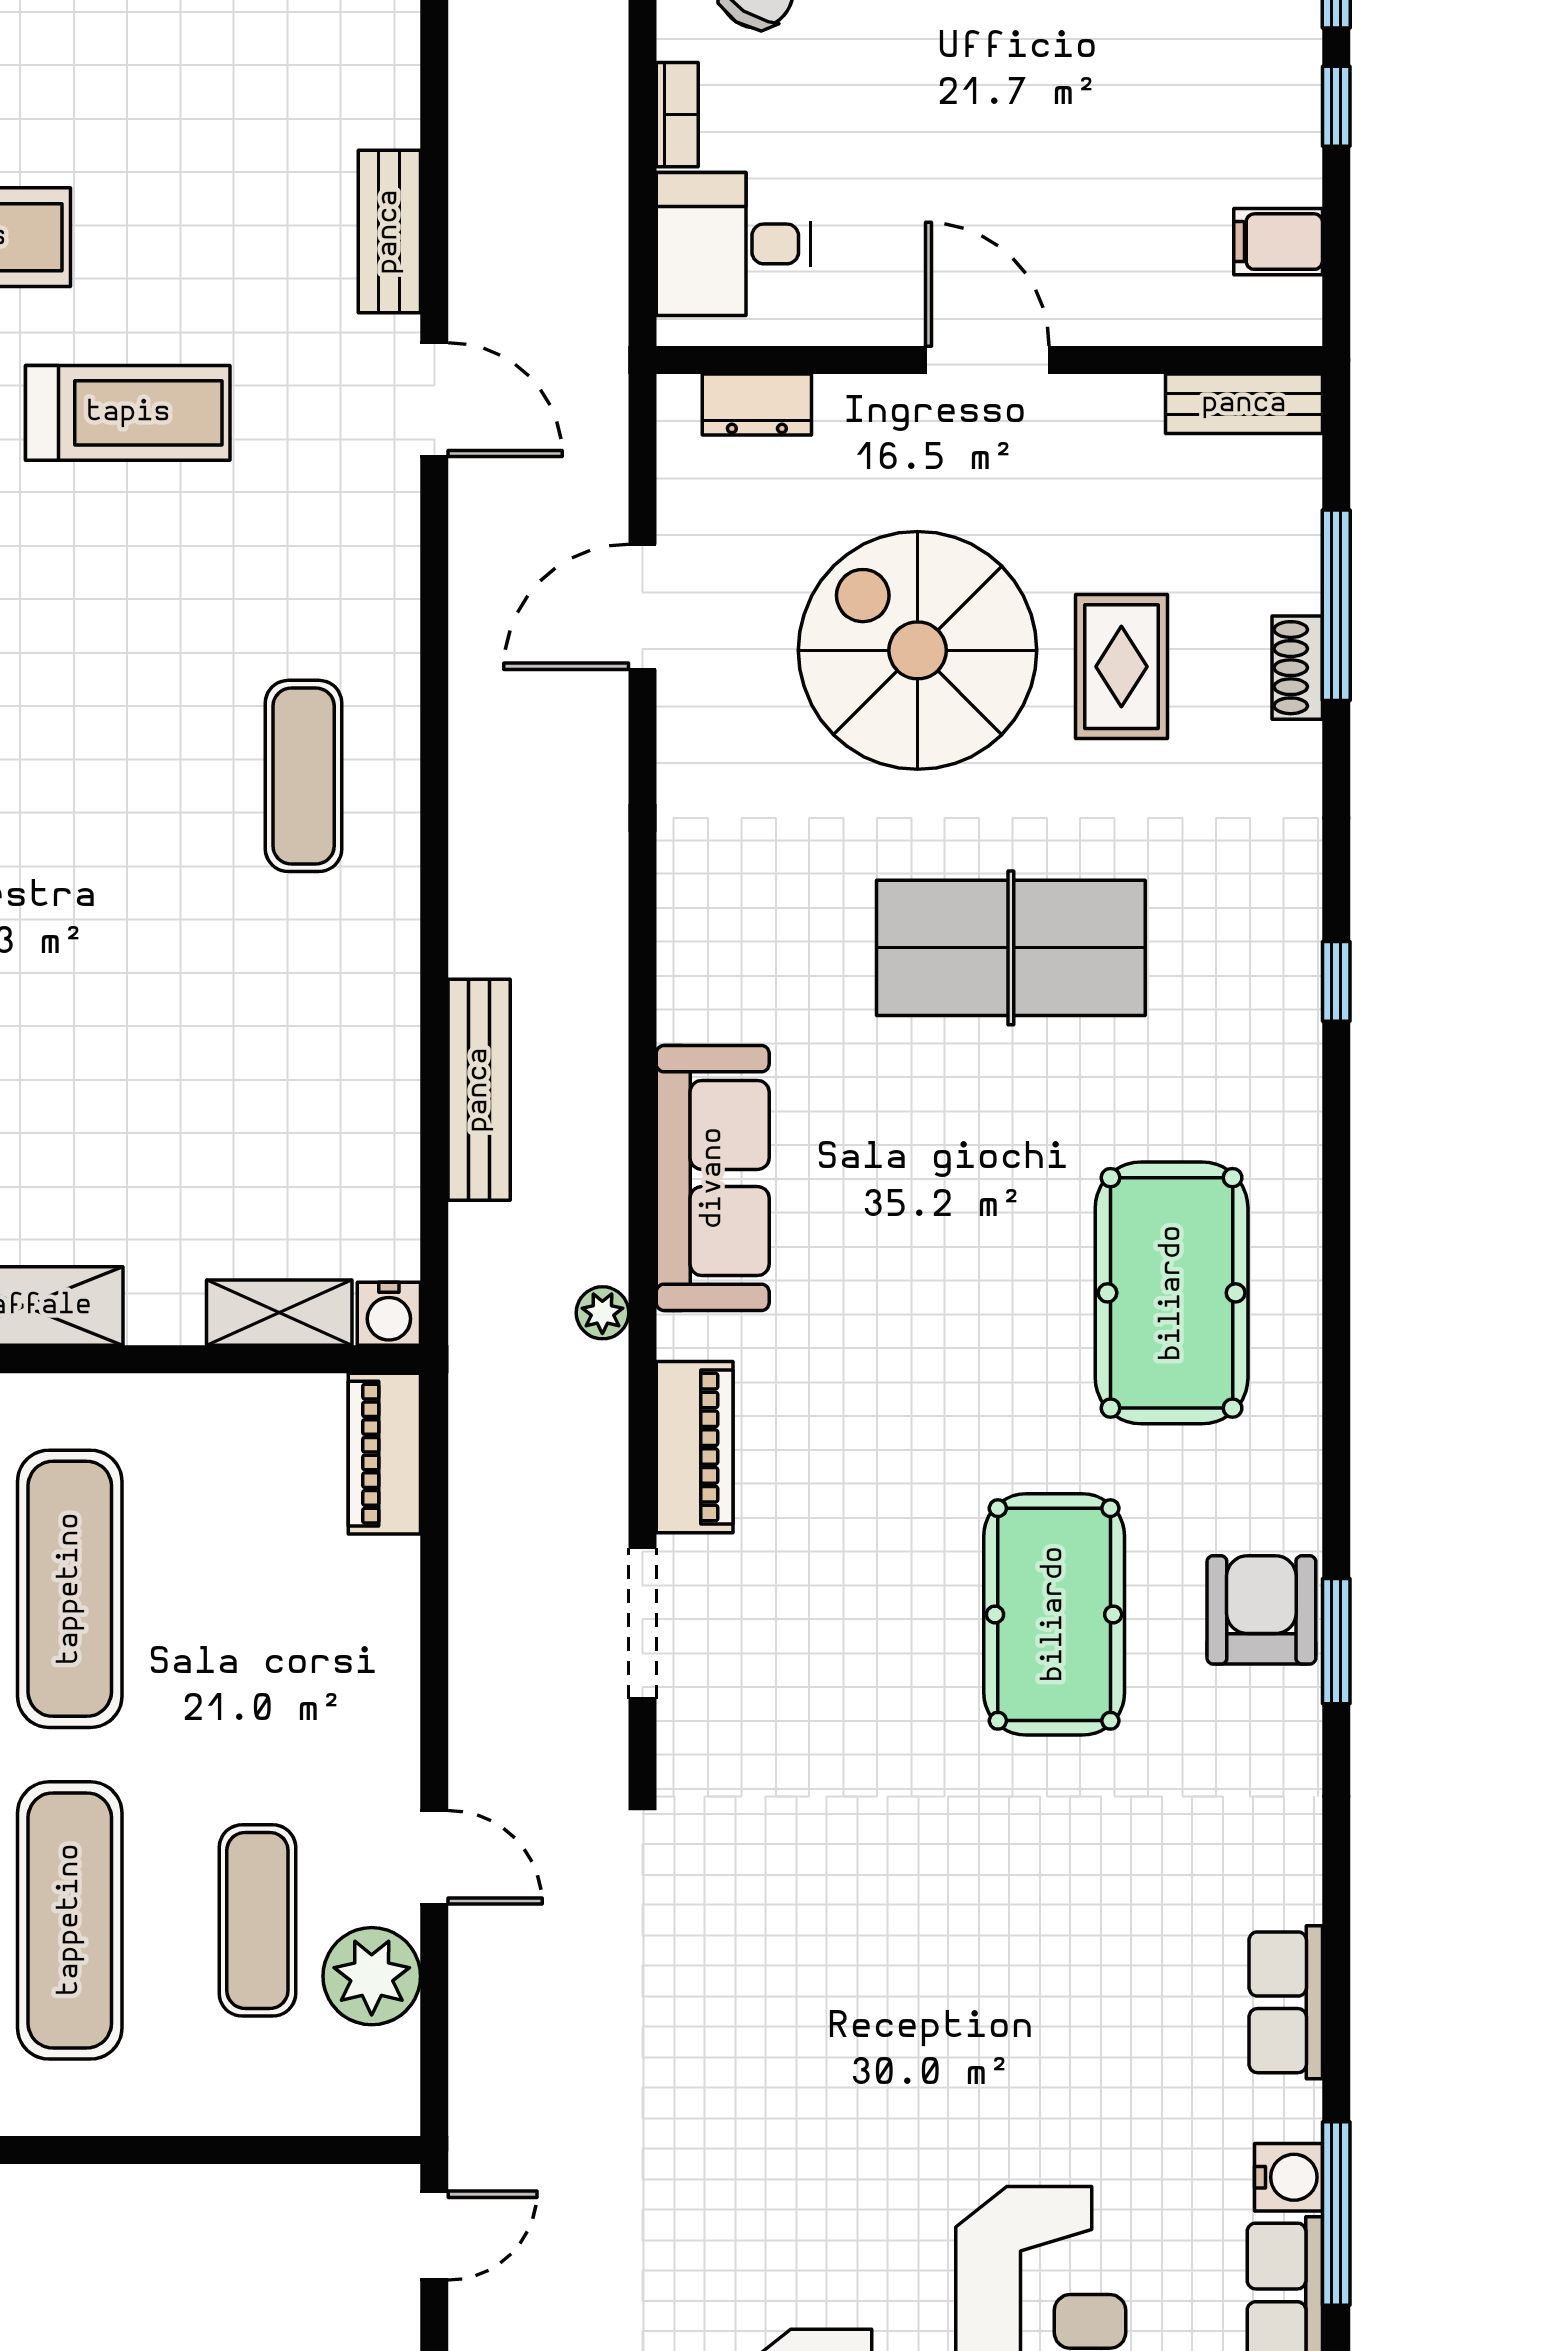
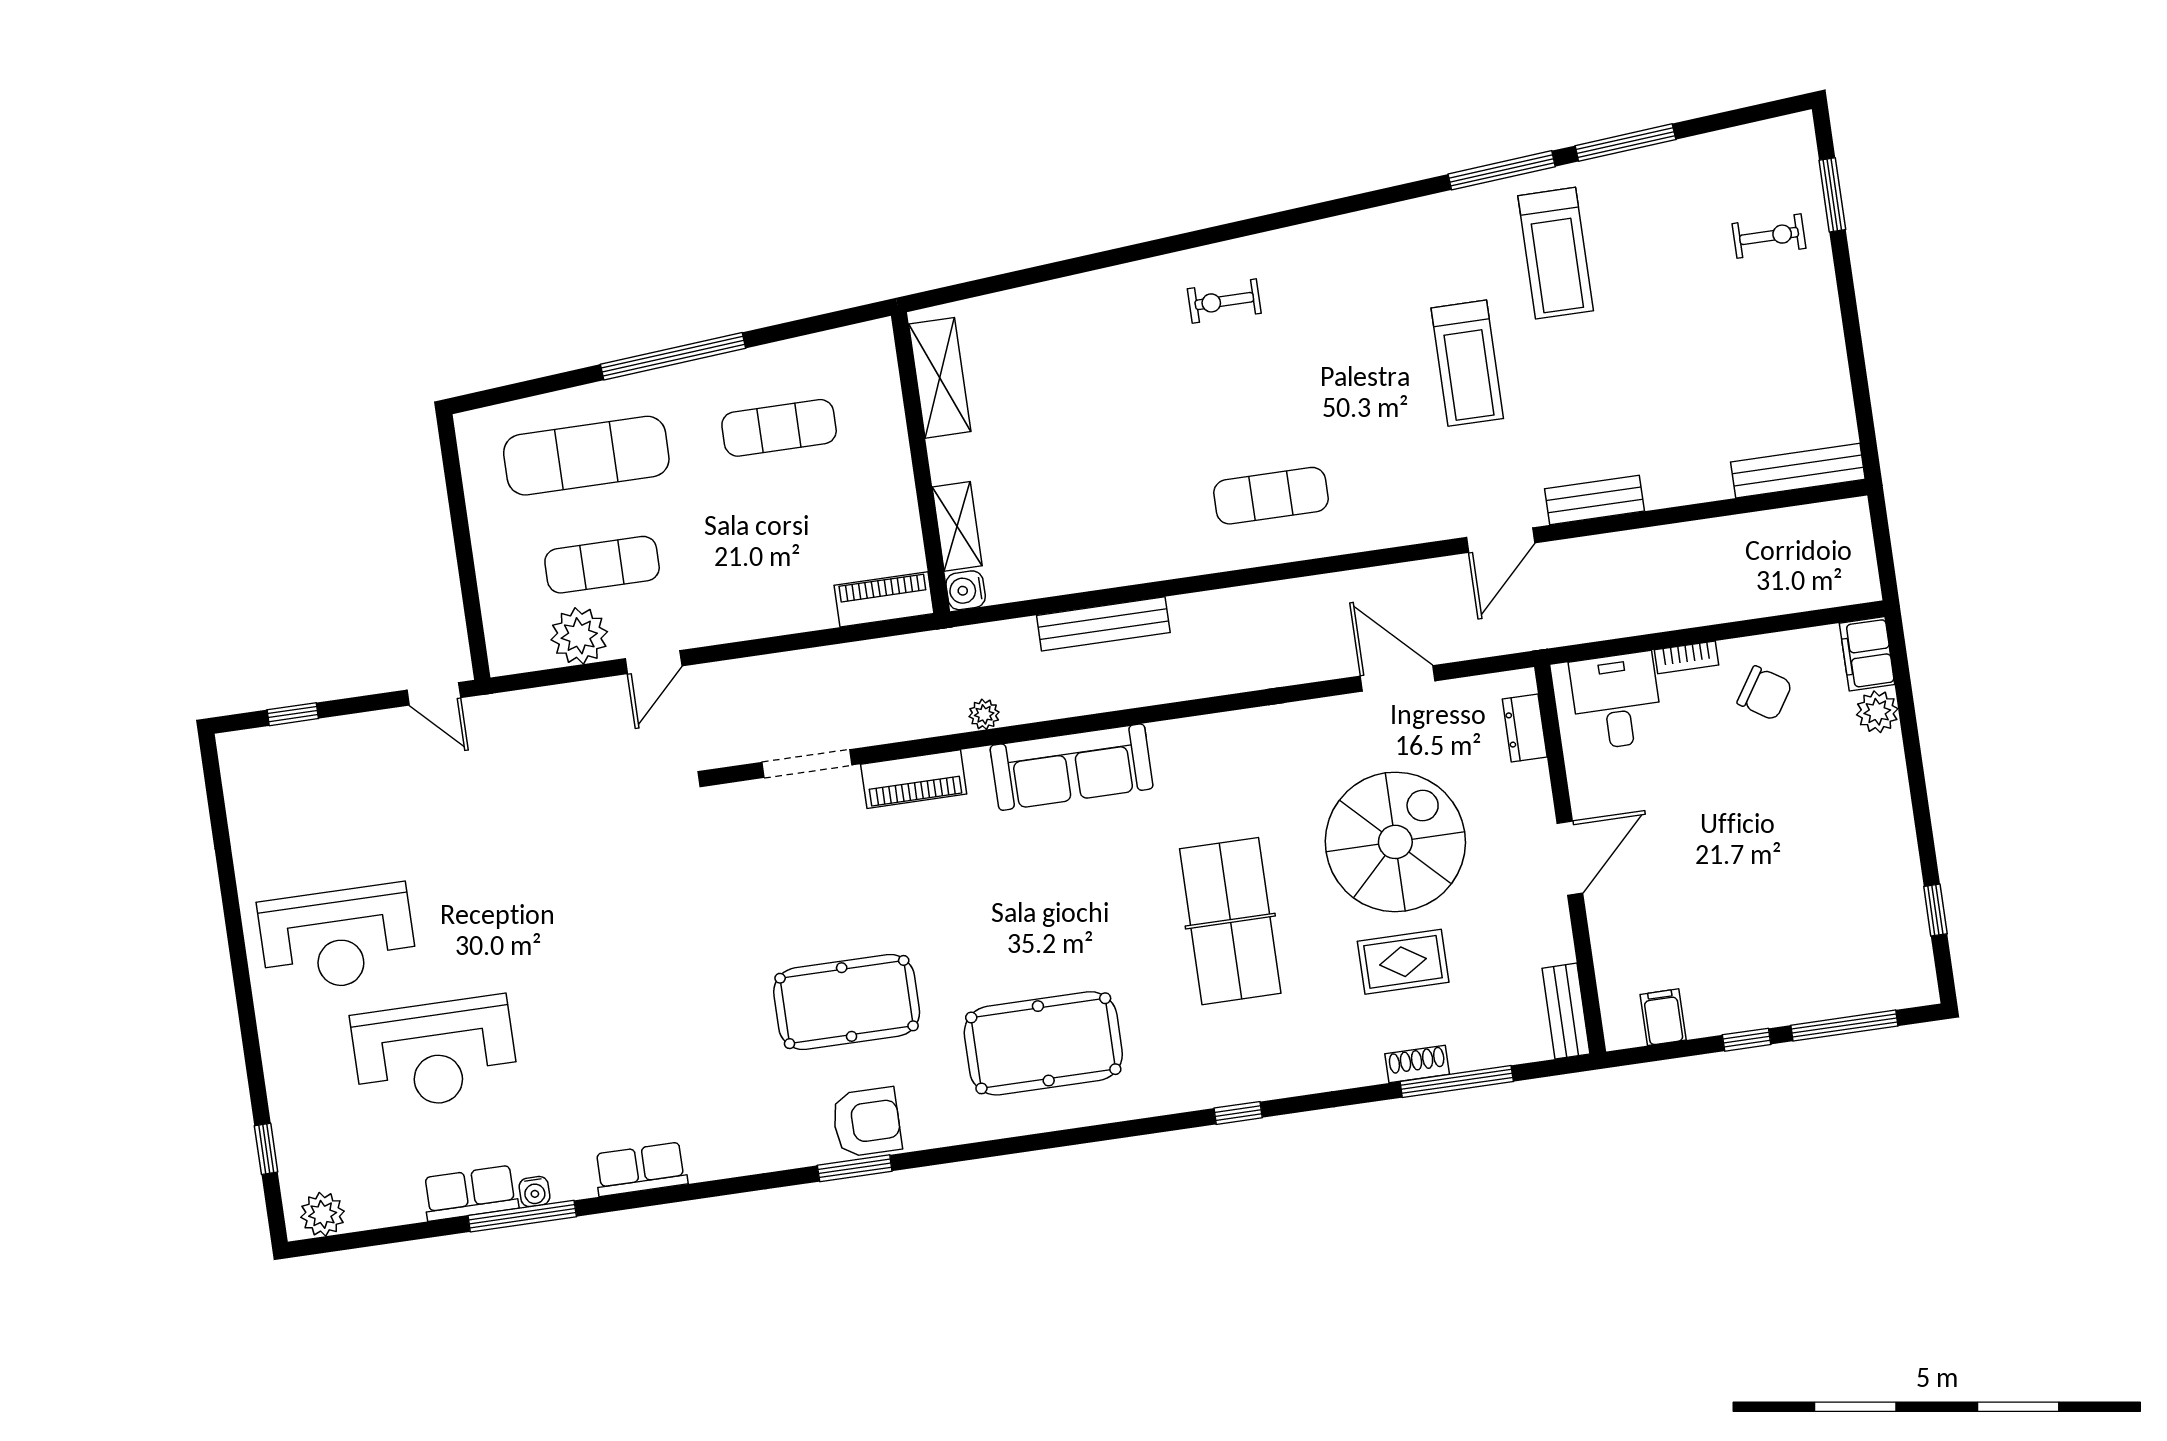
exercise mat: (70, 1589) -> (779, 428), width x0.73, depth x0.69
water cooler: (1288, 2177) -> (535, 1192), width x0.72, depth x0.72

